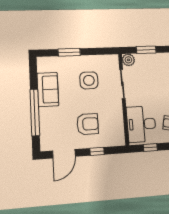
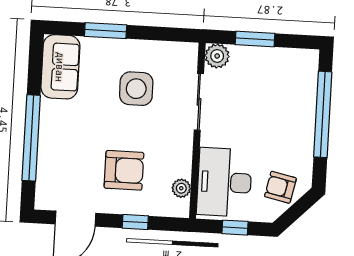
sofa: (48, 89) -> (60, 67), moved
plant: (119, 130) -> (181, 188), added

